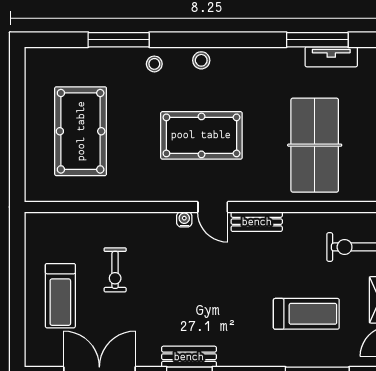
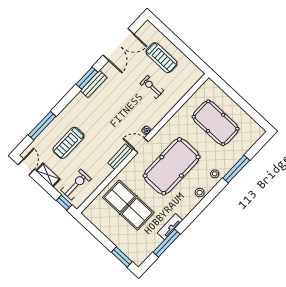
tv unit: (331, 57) -> (170, 227), moved
pool table: (201, 135) -> (172, 166), width x1.36, depth x1.32
treadmill: (60, 296) -> (161, 58), turned 180

